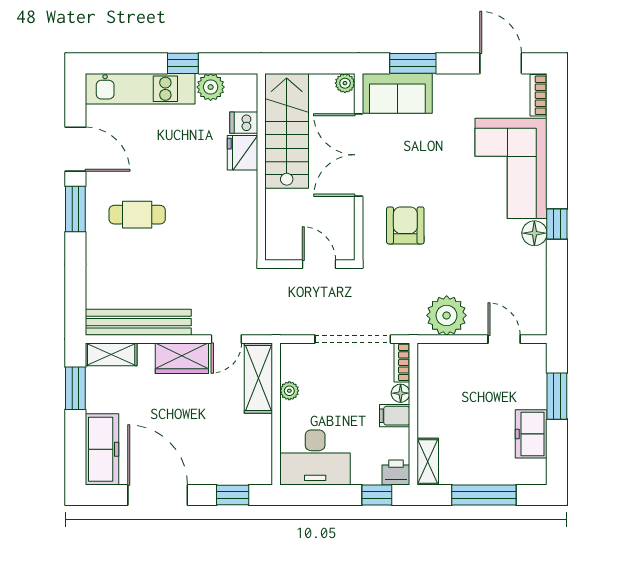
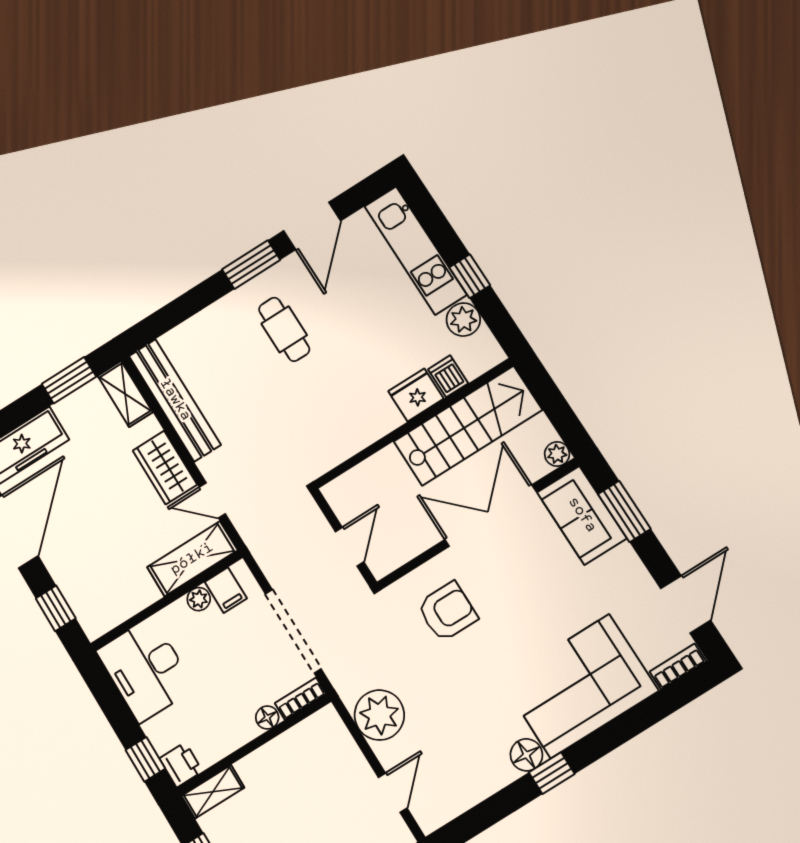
filing cabinet: (395, 416) -> (226, 590), moved, turned 180

